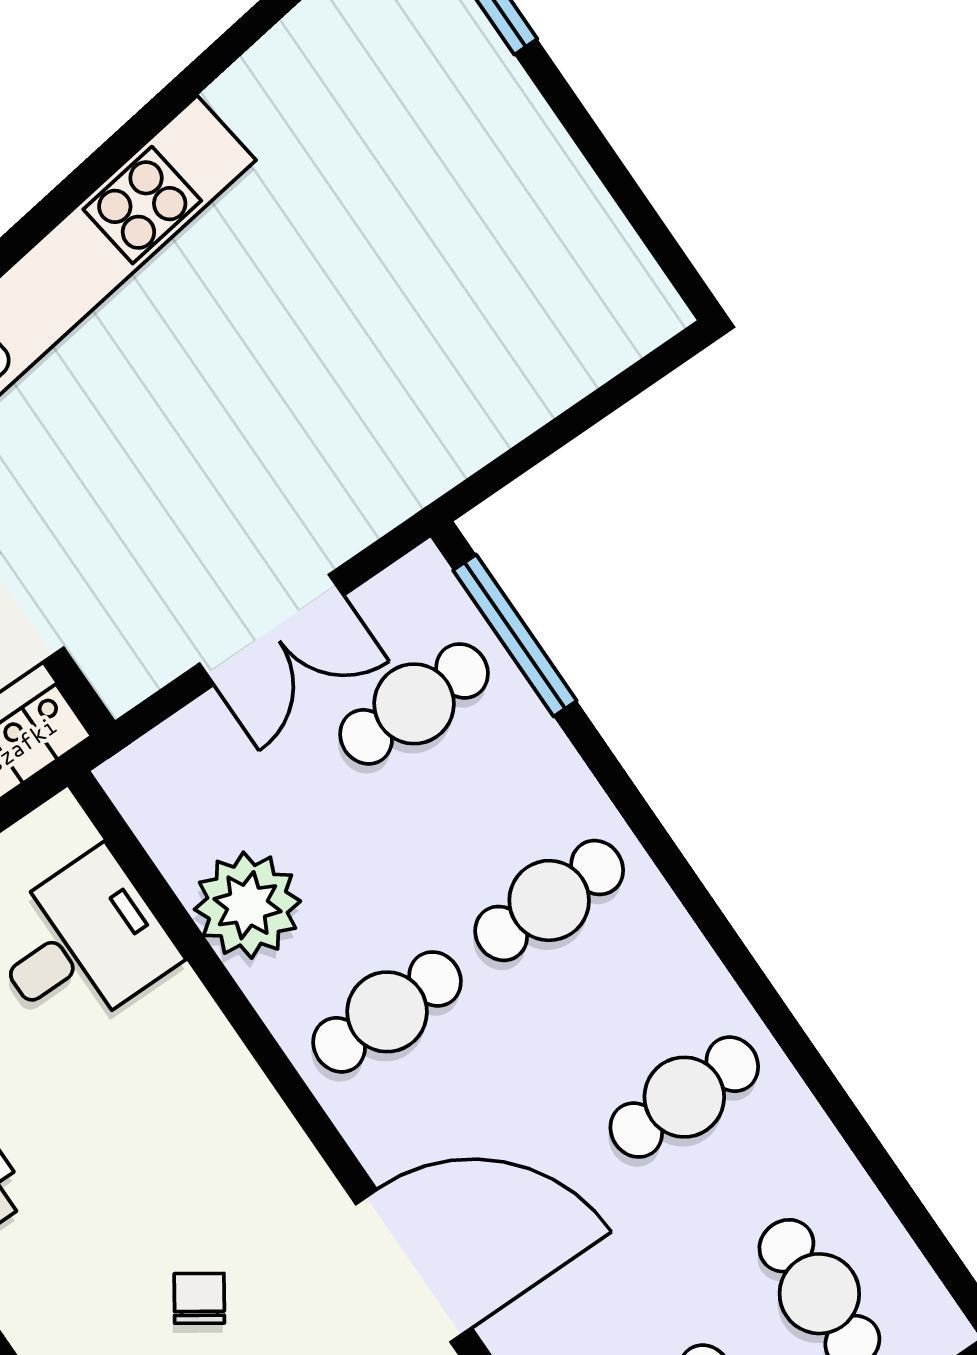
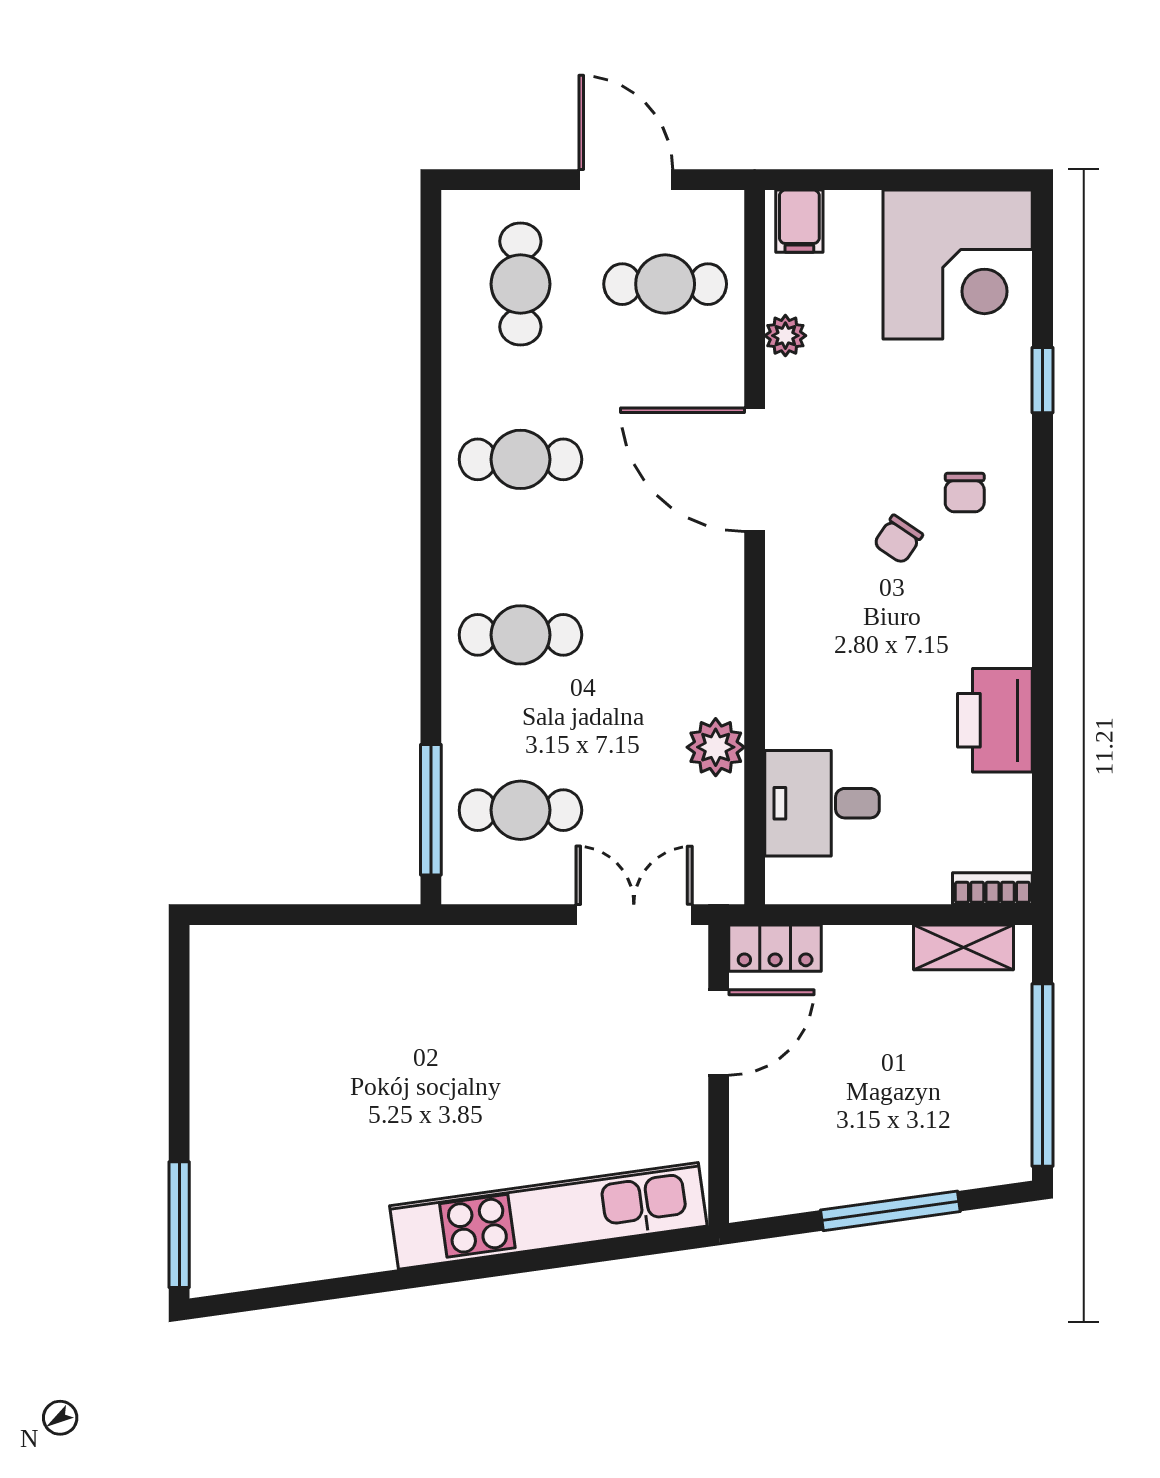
double door: (272, 630) -> (634, 915), moved
plant: (247, 905) -> (716, 747), width x0.73, depth x0.73
cafe table: (387, 1012) -> (665, 635), removed

